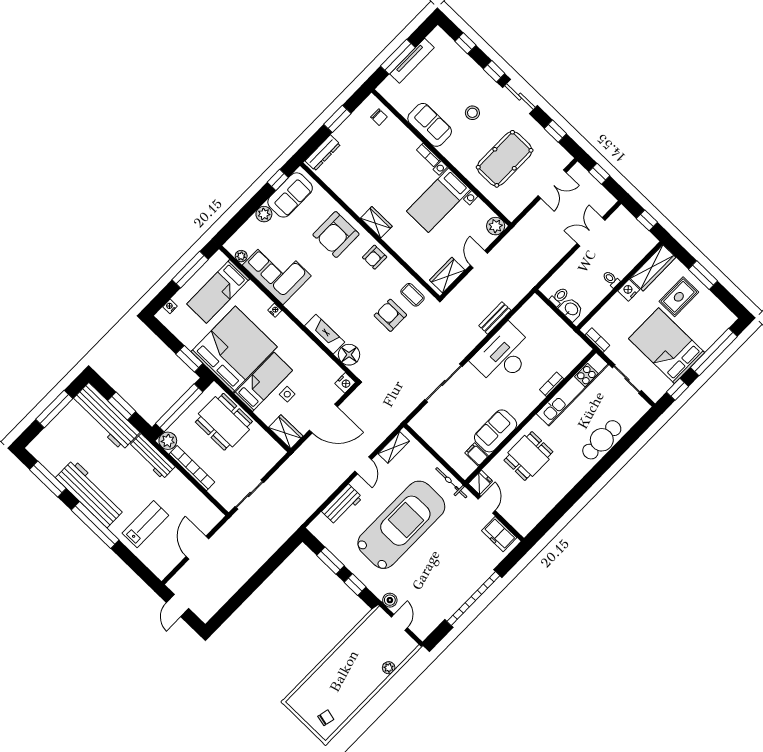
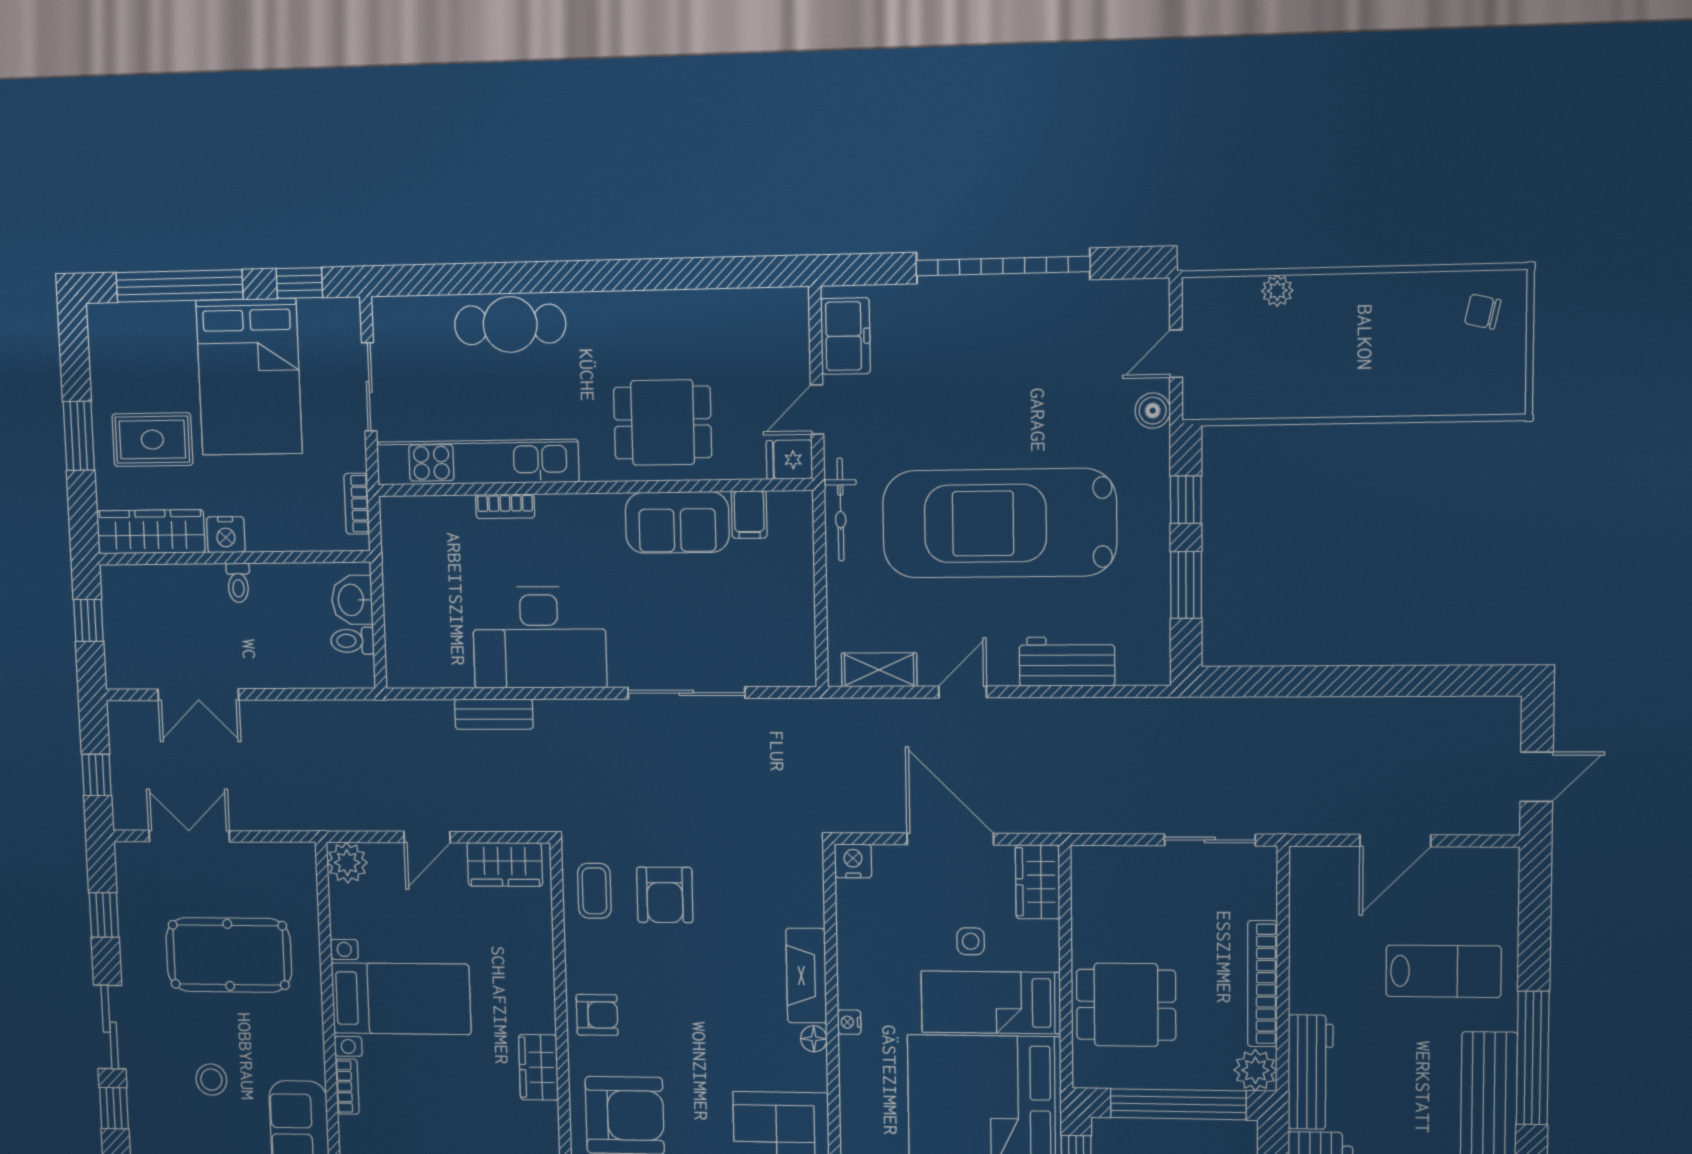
nightstand: (275, 310) -> (849, 1022), moved
floor lamp: (349, 355) -> (814, 1039), moved, width x0.53, depth x0.53
dining table: (224, 422) -> (1126, 1005), width x0.73
lab bench: (145, 524) -> (1444, 971), turned 180

